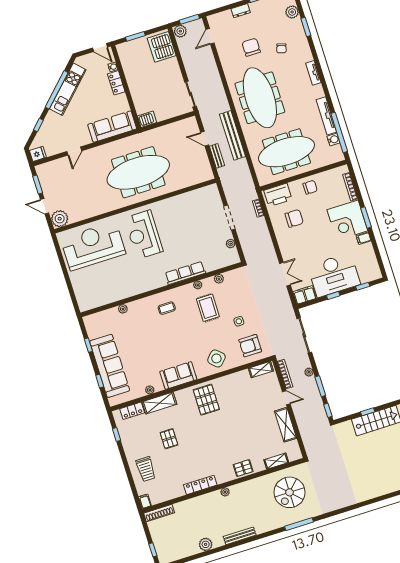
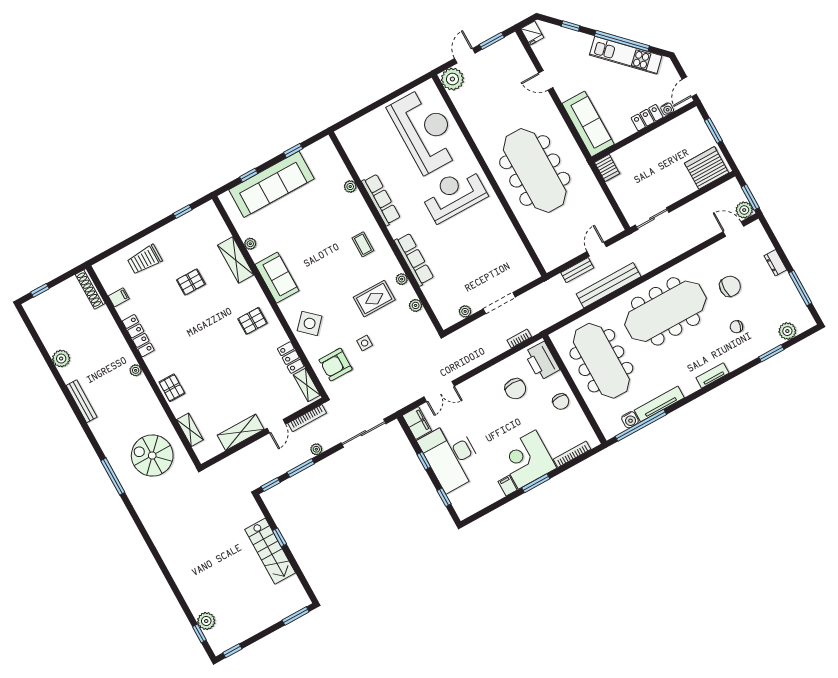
plant: (180, 31) -> (744, 210), moved
row of seats: (137, 288) -> (381, 200), added
armchair: (250, 346) -> (336, 365), turned -90
pallet: (206, 400) -> (253, 321), width x0.67, depth x0.71
locker: (132, 411) -> (291, 358), moved
filing cabinet: (145, 501) -> (119, 297), moved

